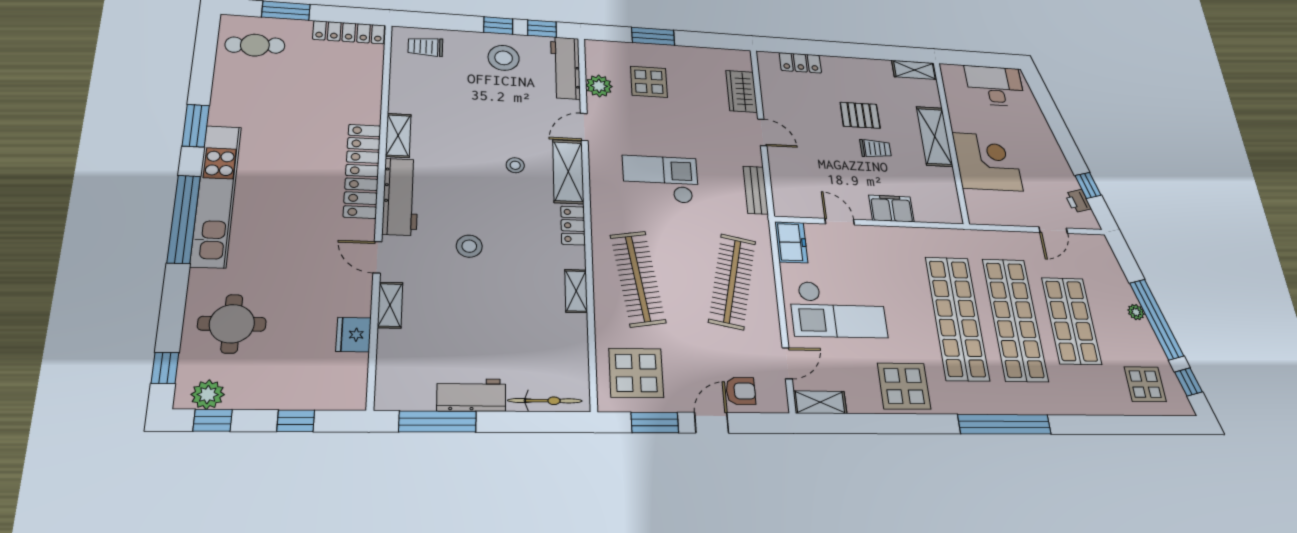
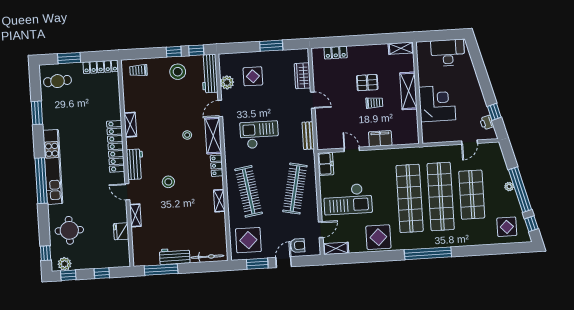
window: (653, 36) -> (271, 46), moved
window: (196, 126) -> (37, 113), moved
workbench: (401, 197) -> (135, 164), width x0.73

